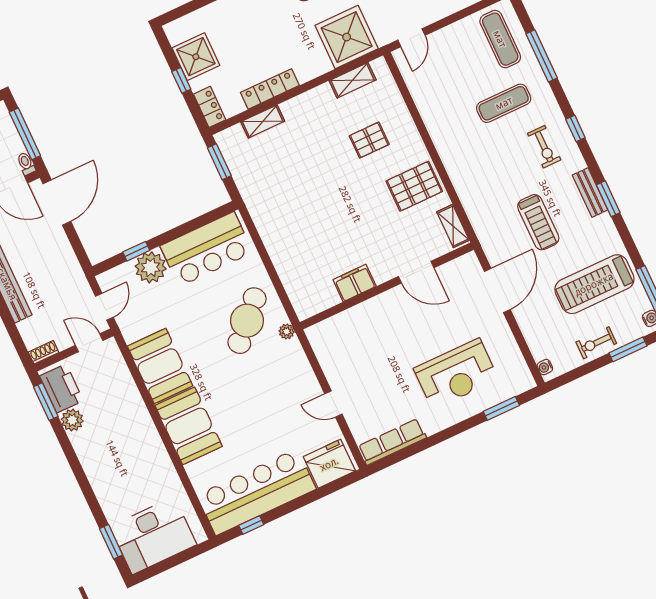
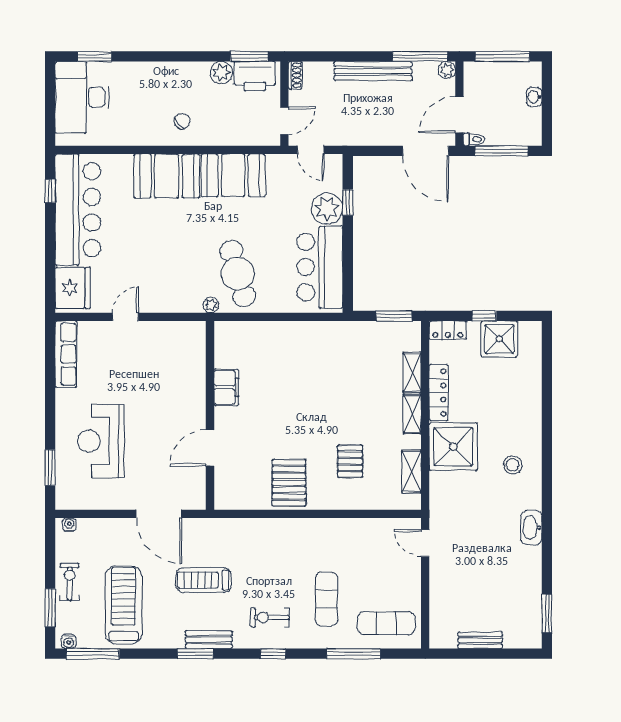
shower: (347, 37) -> (453, 447), moved
shelving: (453, 226) -> (412, 414), moved, turned 90
cafe table: (247, 321) -> (238, 274), turned 30
chair: (133, 435) -> (182, 121), added

